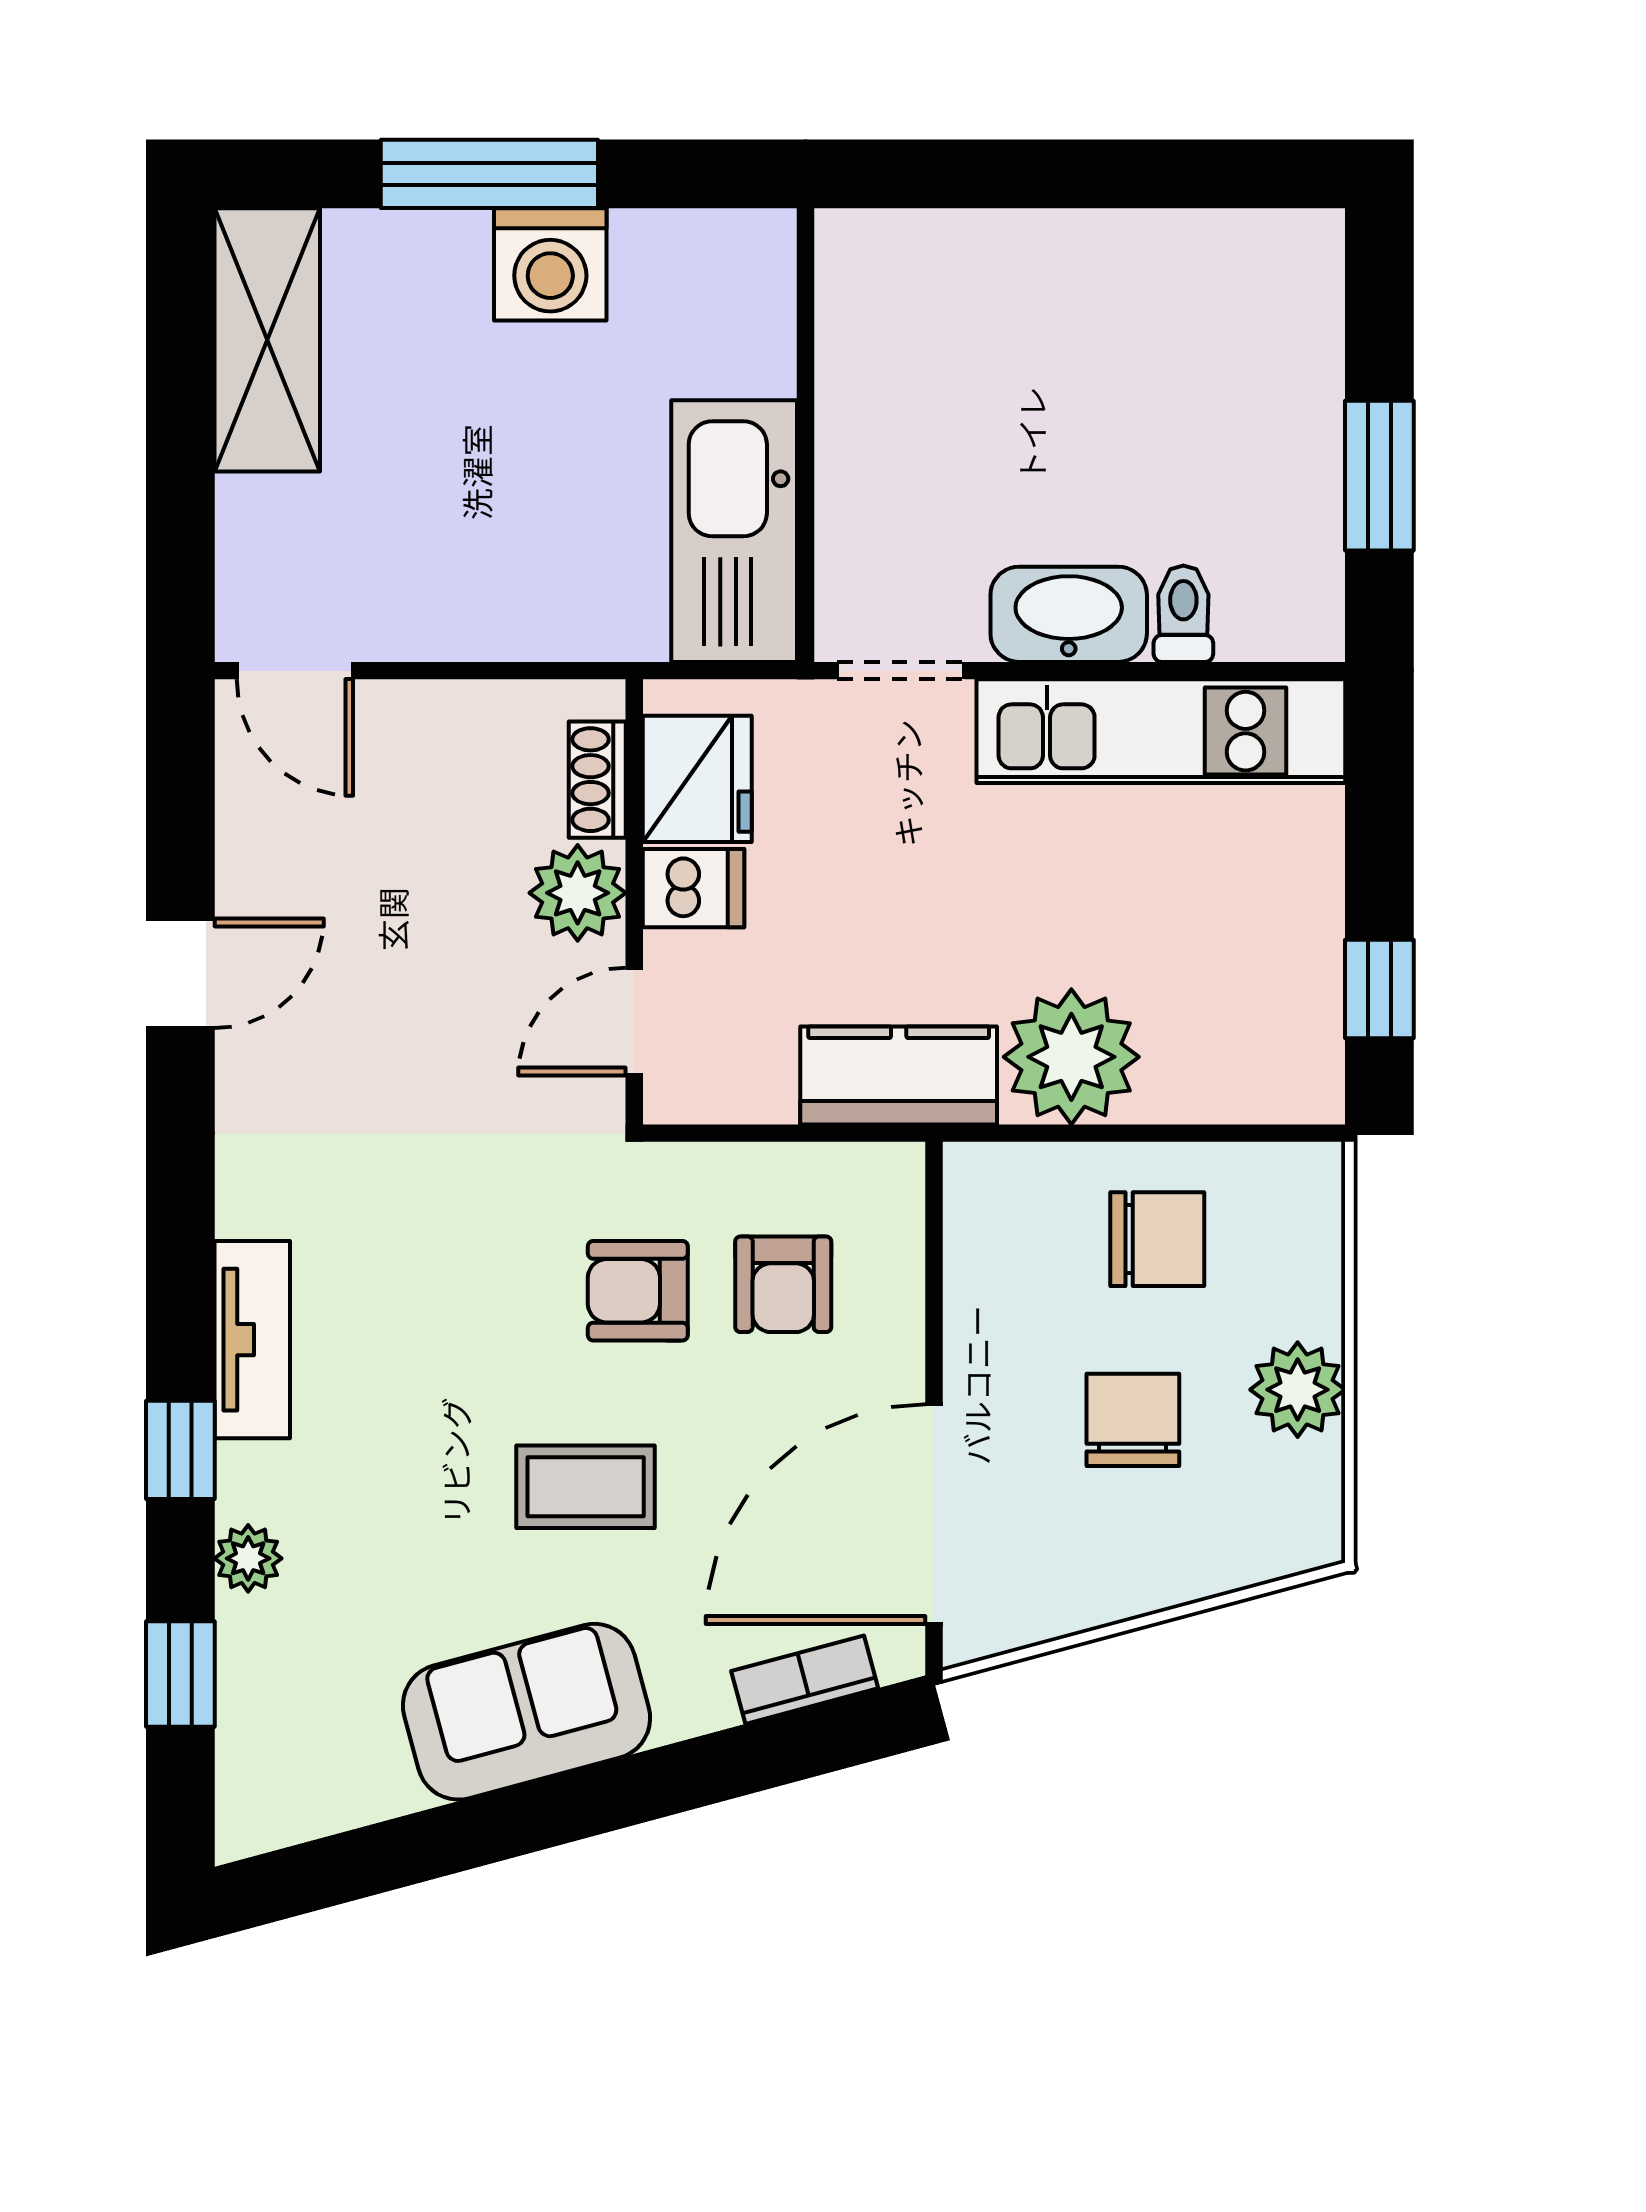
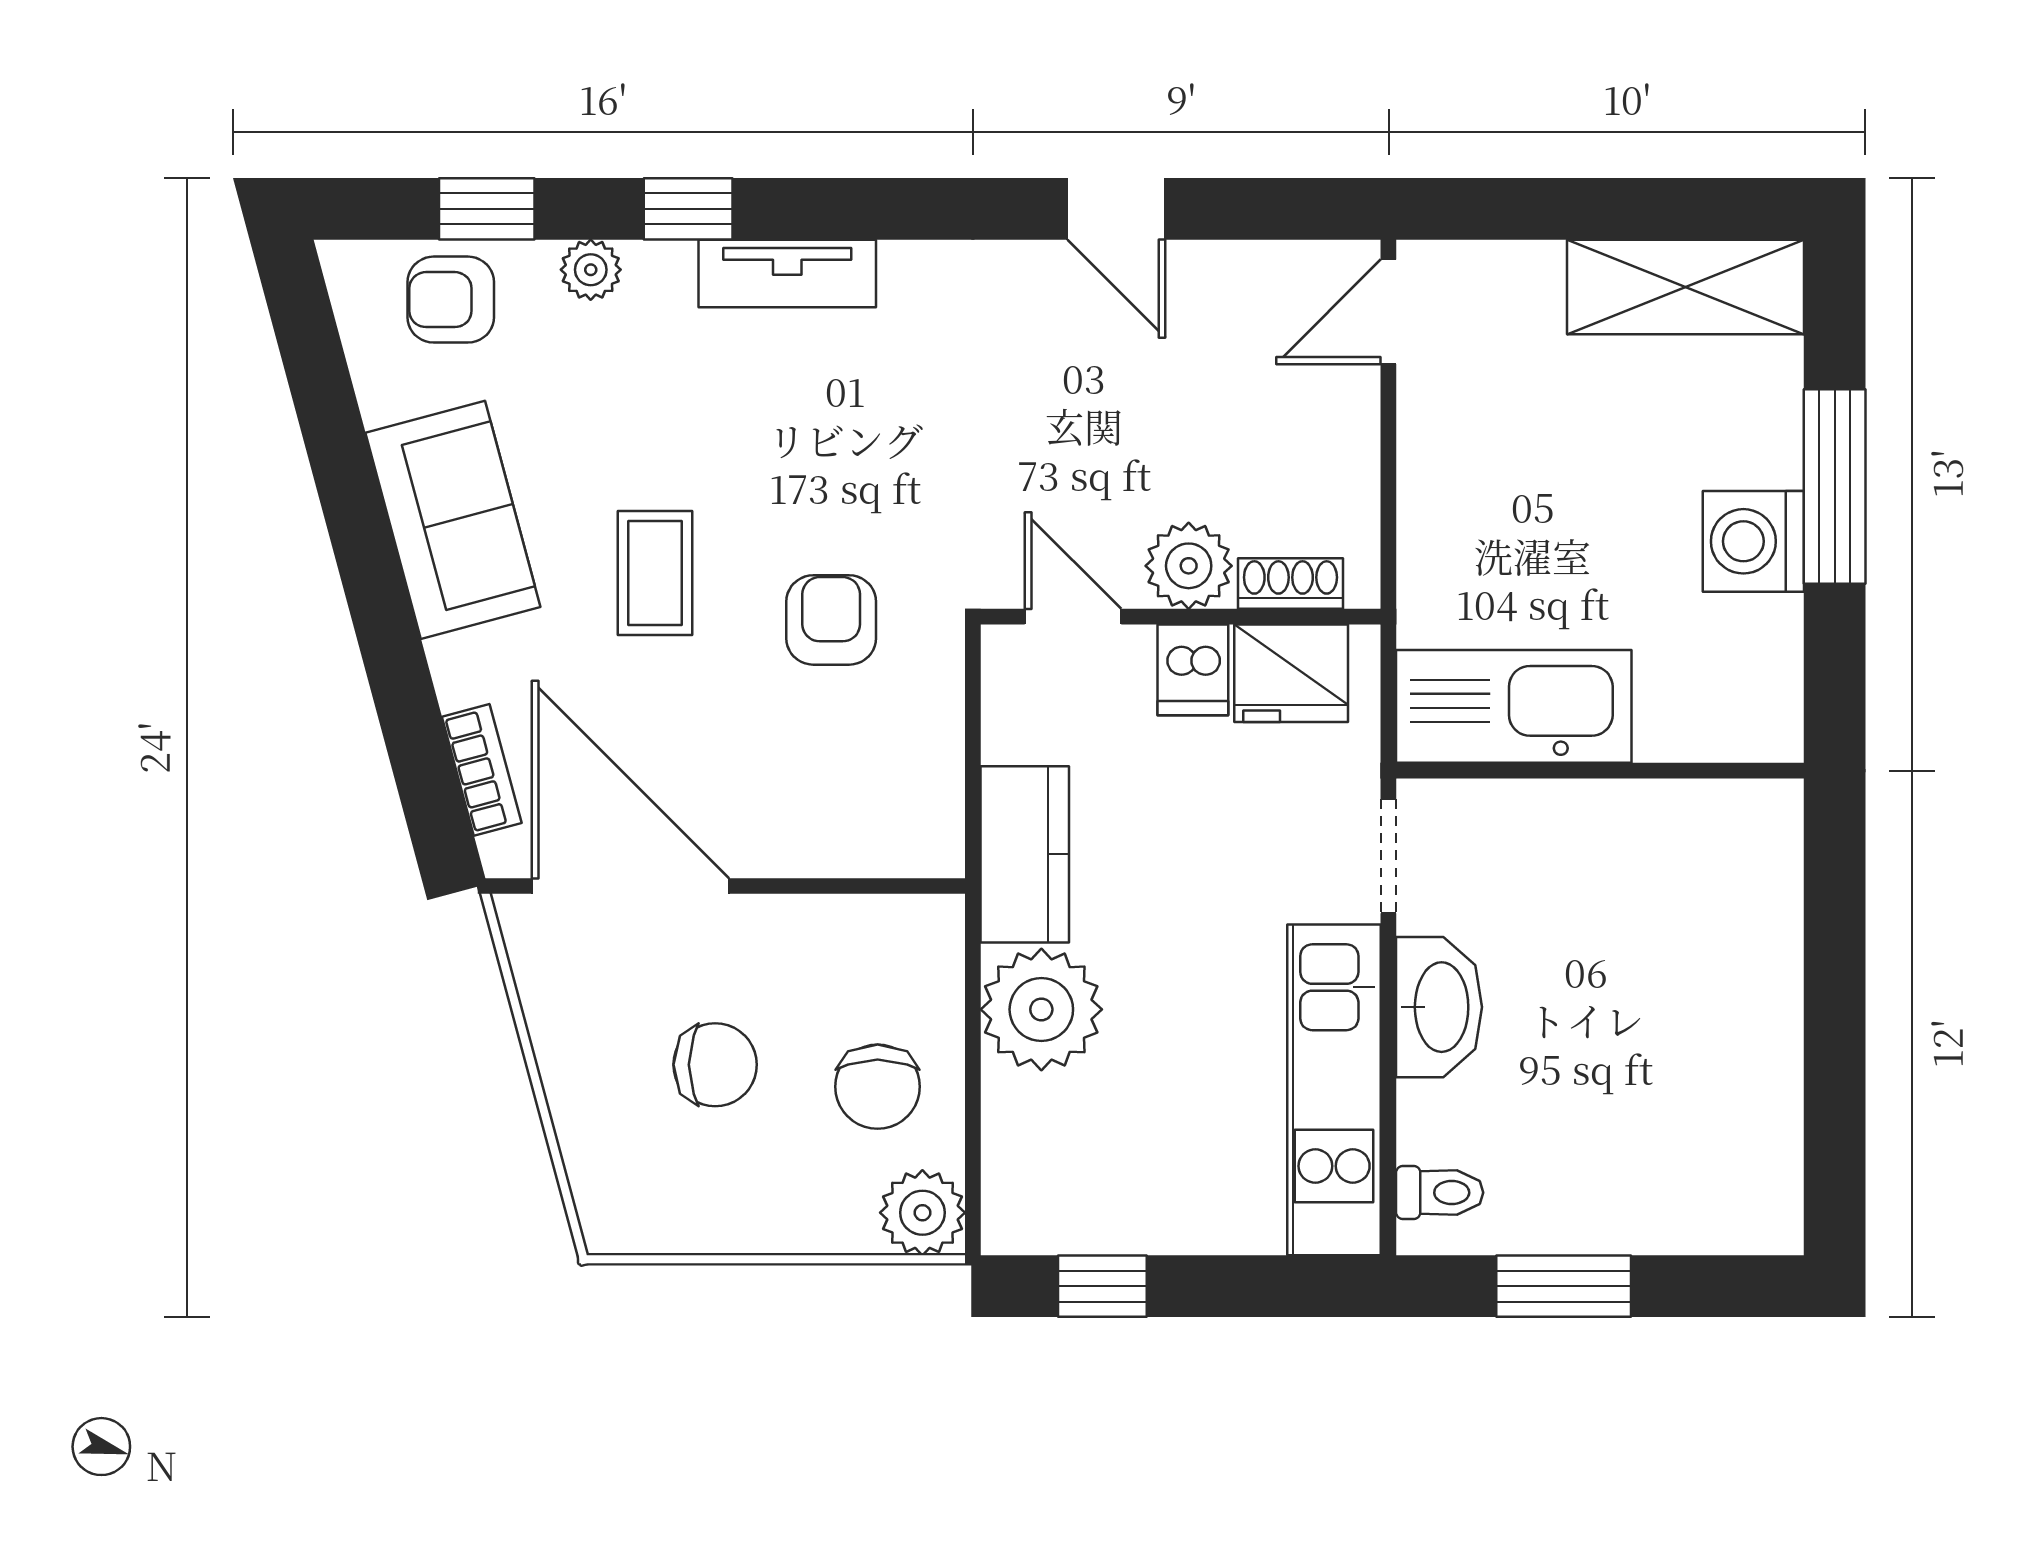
toilet: (1183, 614) -> (1440, 1193), moved
armchair: (783, 1284) -> (451, 300), moved
plant: (1298, 1390) -> (922, 1213), moved

